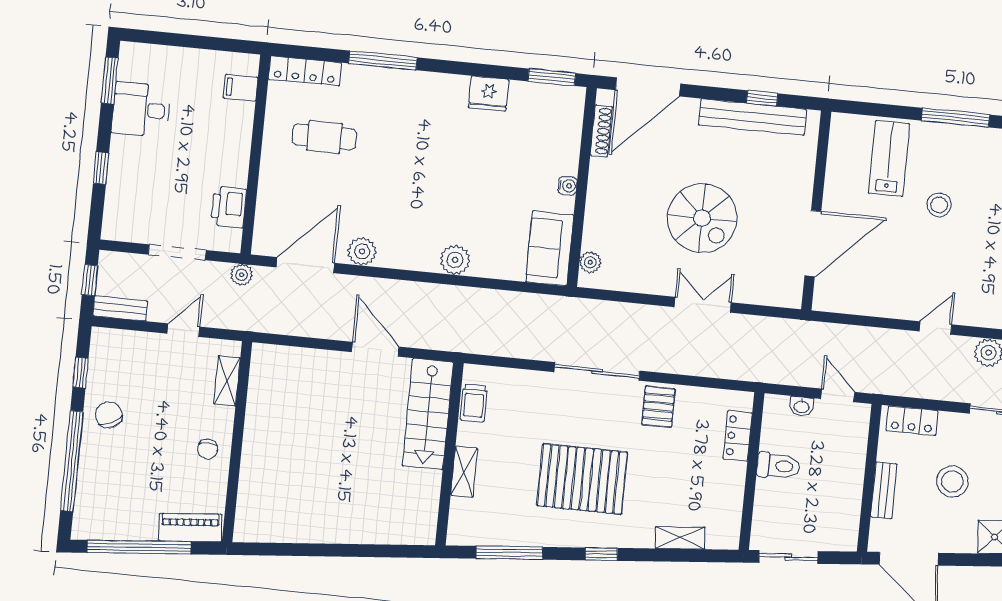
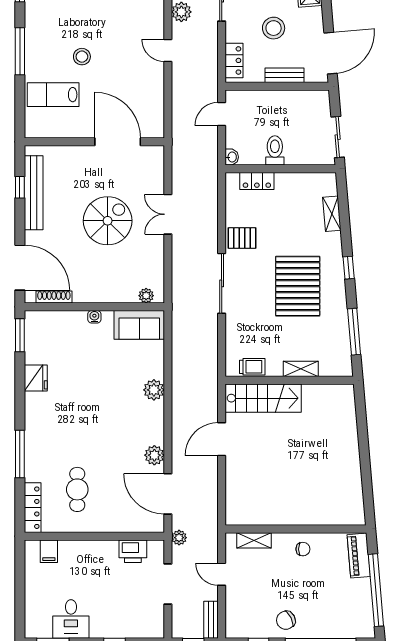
washbasin: (802, 406) -> (232, 157), moved

